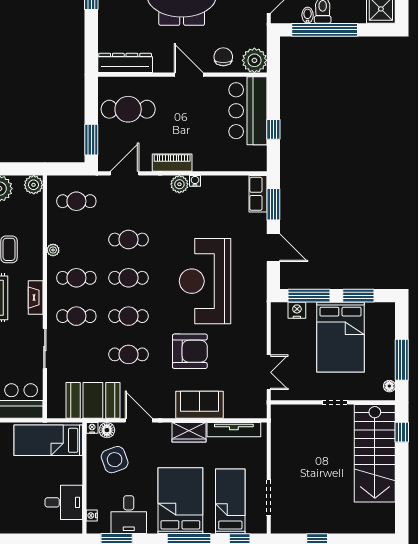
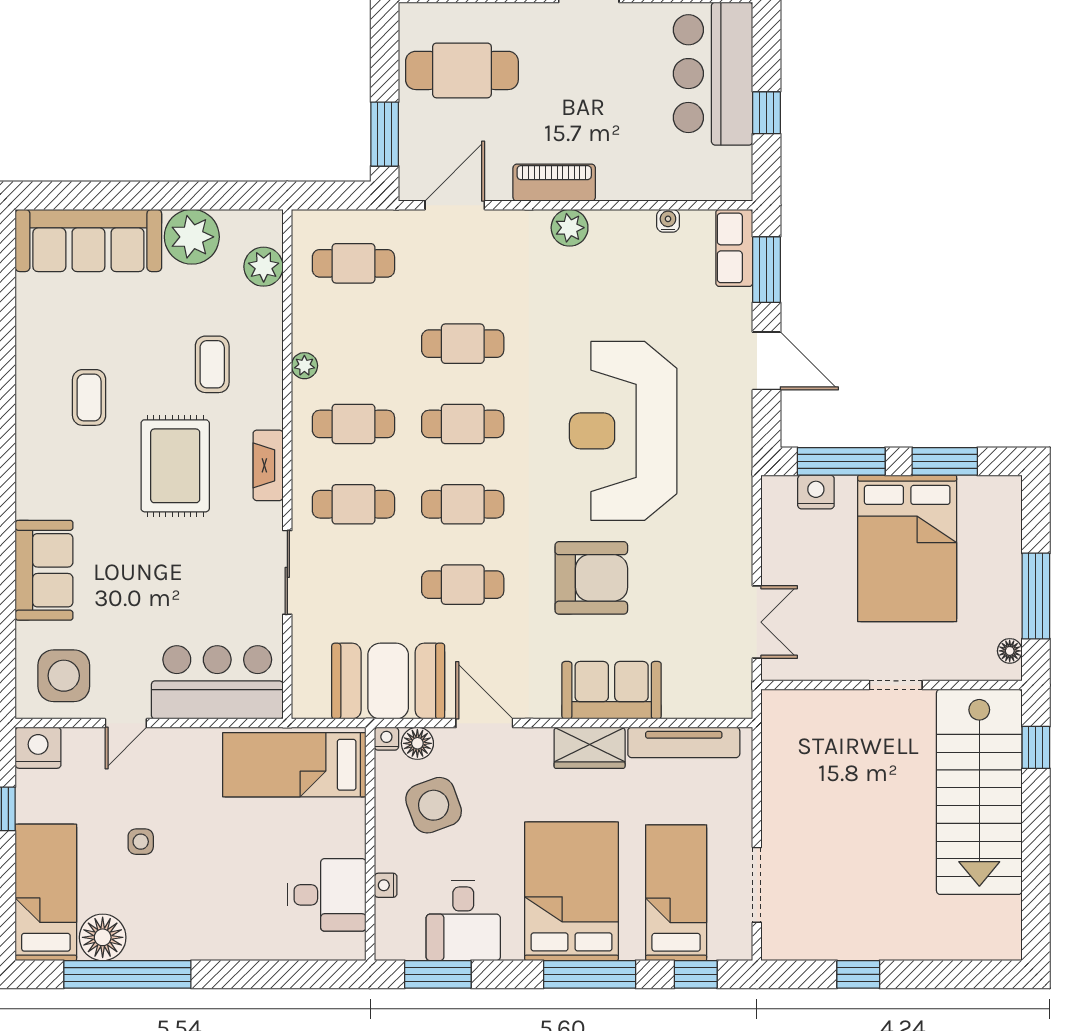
water cooler: (195, 181) -> (668, 221), moved
plant: (34, 185) -> (264, 267), moved
nightstand: (92, 516) -> (386, 885), moved

